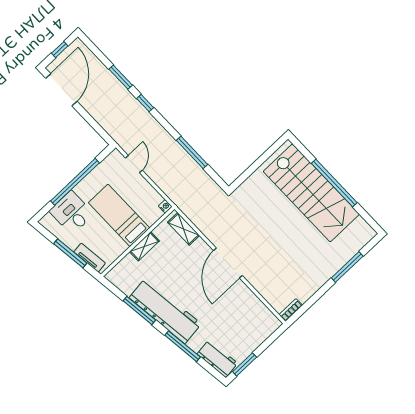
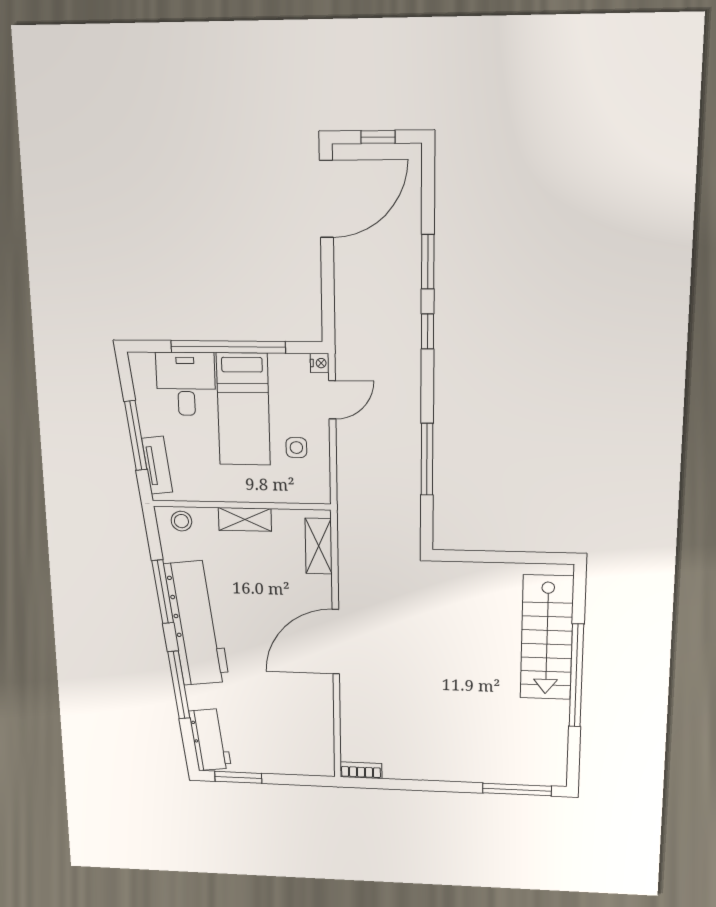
stairs: (311, 193) -> (547, 638), width x0.73, depth x0.66
side table: (138, 197) -> (296, 448), added
nightstand: (165, 206) -> (320, 363), moved
bed: (119, 215) -> (243, 409), moved, turned 180
window: (347, 267) -> (517, 790), moved
stool: (120, 272) -> (181, 521), added

